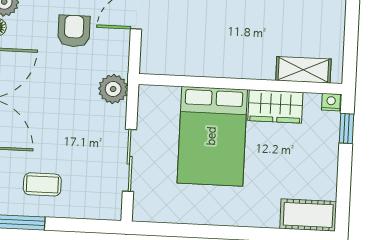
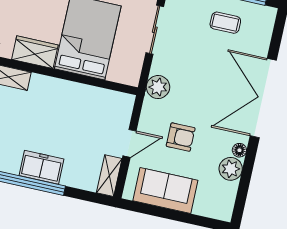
armchair: (74, 31) -> (181, 137), turned -90

